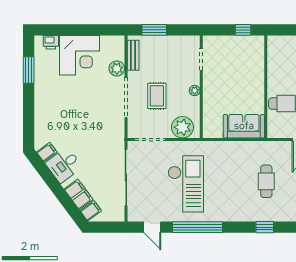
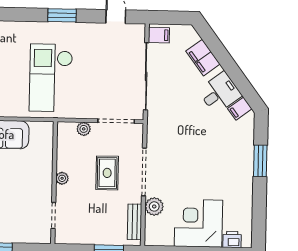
window: (29, 70) -> (260, 161), moved
plant: (182, 127) -> (84, 129), width x0.53, depth x0.53
checkout: (186, 184) -> (51, 78), moved
filing cabinet: (91, 211) -> (159, 35), moved, turned -143
window: (198, 227) -> (62, 15), width x0.47

